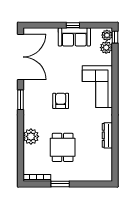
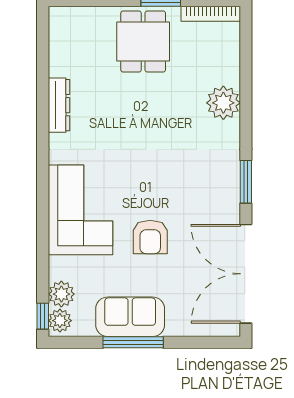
window: (73, 25) -> (133, 342), width x2.17
armchair: (61, 101) -> (150, 237), moved
dining table: (63, 147) -> (143, 42), moved

